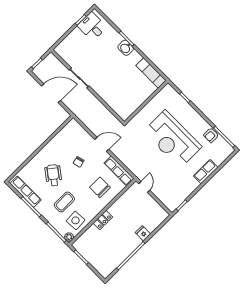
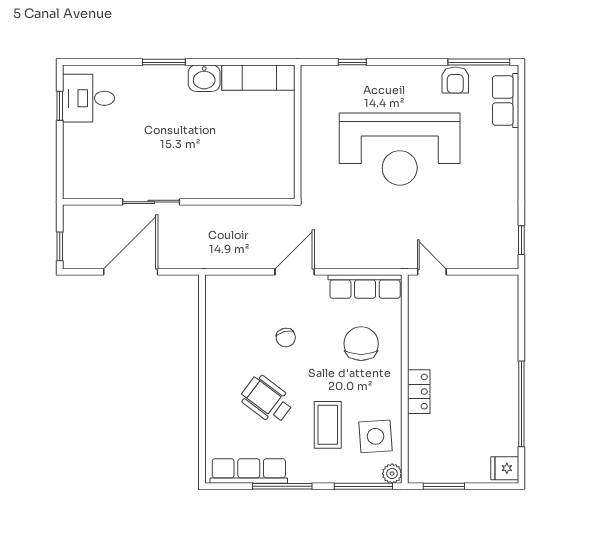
washbasin: (126, 48) -> (204, 78), moved
row of seats: (206, 172) -> (506, 101), moved
chair: (100, 187) -> (361, 344), turned 90
fridge: (143, 233) -> (505, 468), moved

